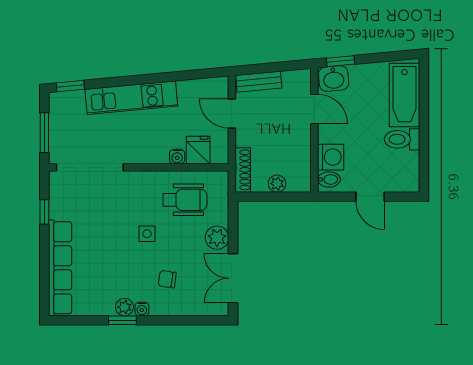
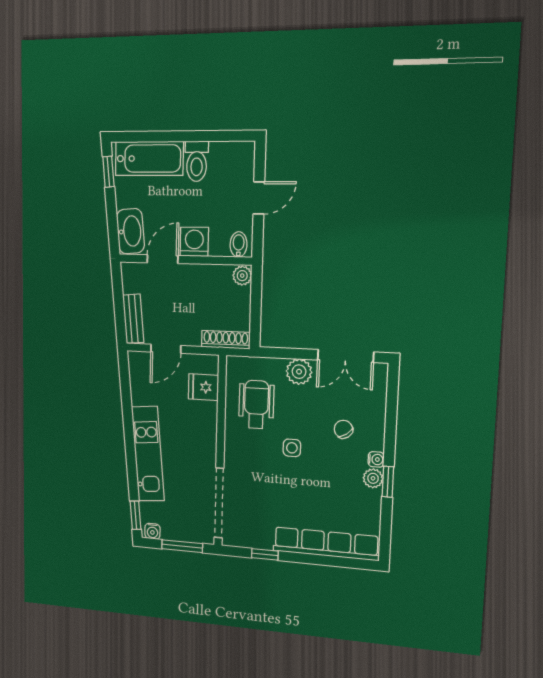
window: (340, 61) -> (108, 172), moved
washbasin: (334, 78) -> (130, 231), width x1.38
water cooler: (177, 157) -> (152, 531), moved, turned 90
washing machine: (331, 157) -> (194, 242), moved
plant: (277, 184) -> (242, 276), moved
chair: (167, 279) -> (343, 429), turned 137

